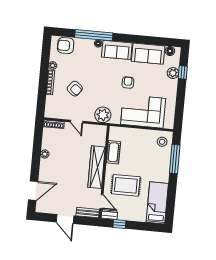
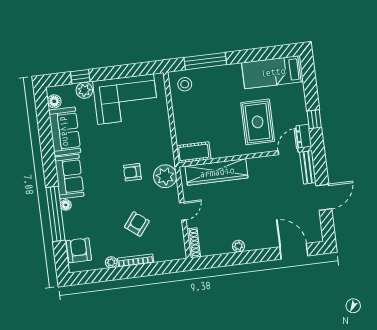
armchair: (66, 46) -> (79, 250), turned 180
armchair: (128, 83) -> (132, 172), moved
corner sofa: (143, 111) -> (126, 99), moved, turned -90
cot: (113, 152) -> (194, 152), moved
wardrobe: (97, 167) -> (217, 172), moved

